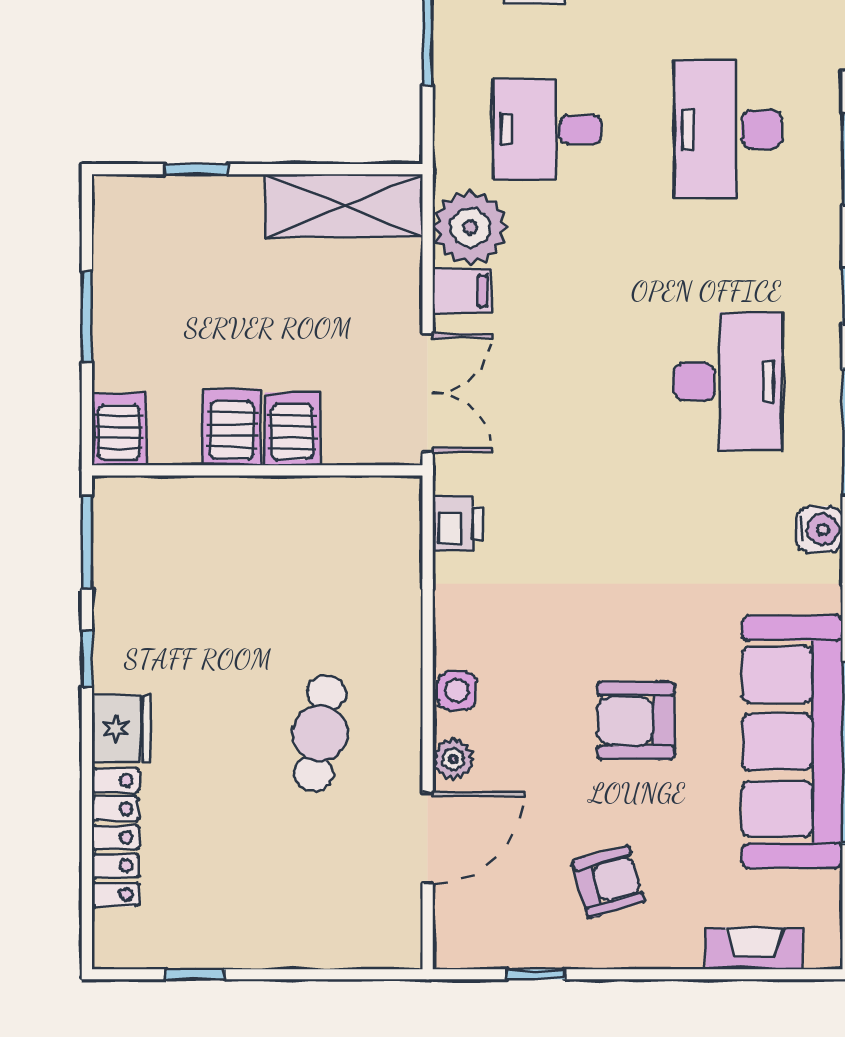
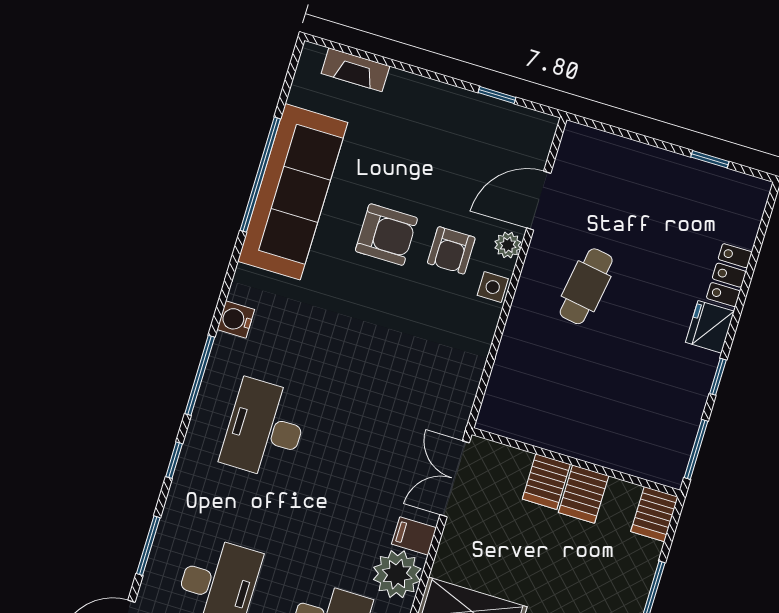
printer: (458, 523) -> (460, 392), removed
locker: (115, 837) -> (729, 275), width x0.66
armchair: (608, 882) -> (451, 250), moved, turned -74

